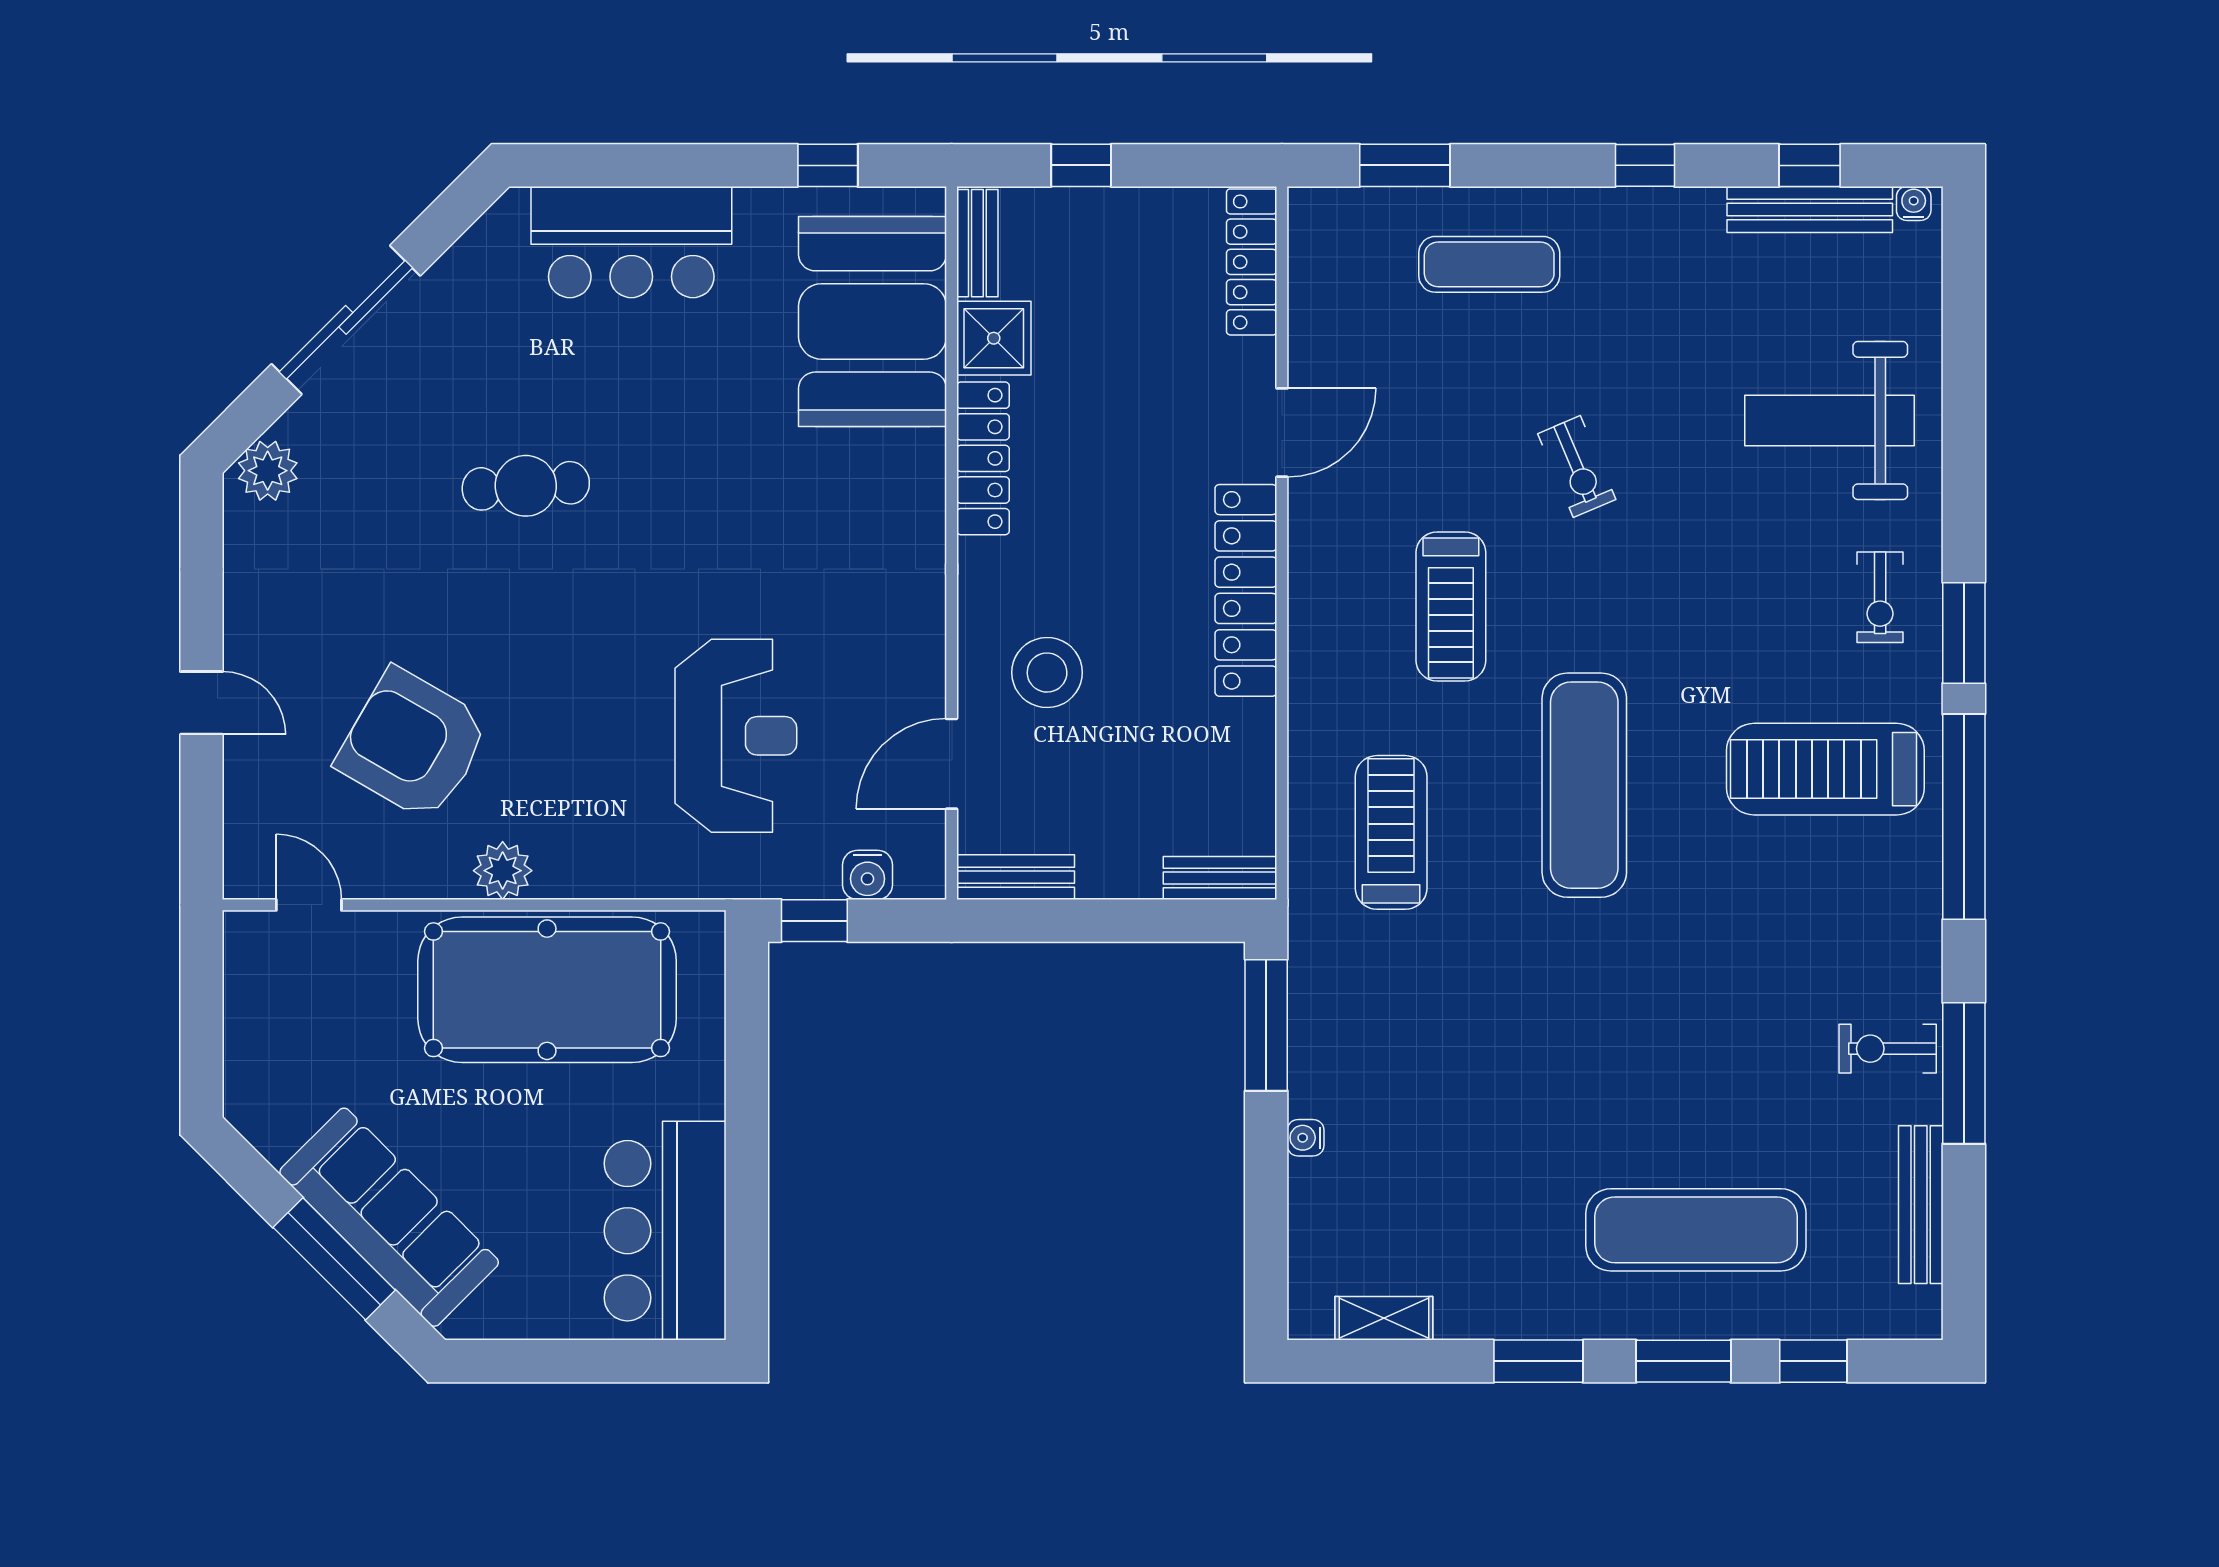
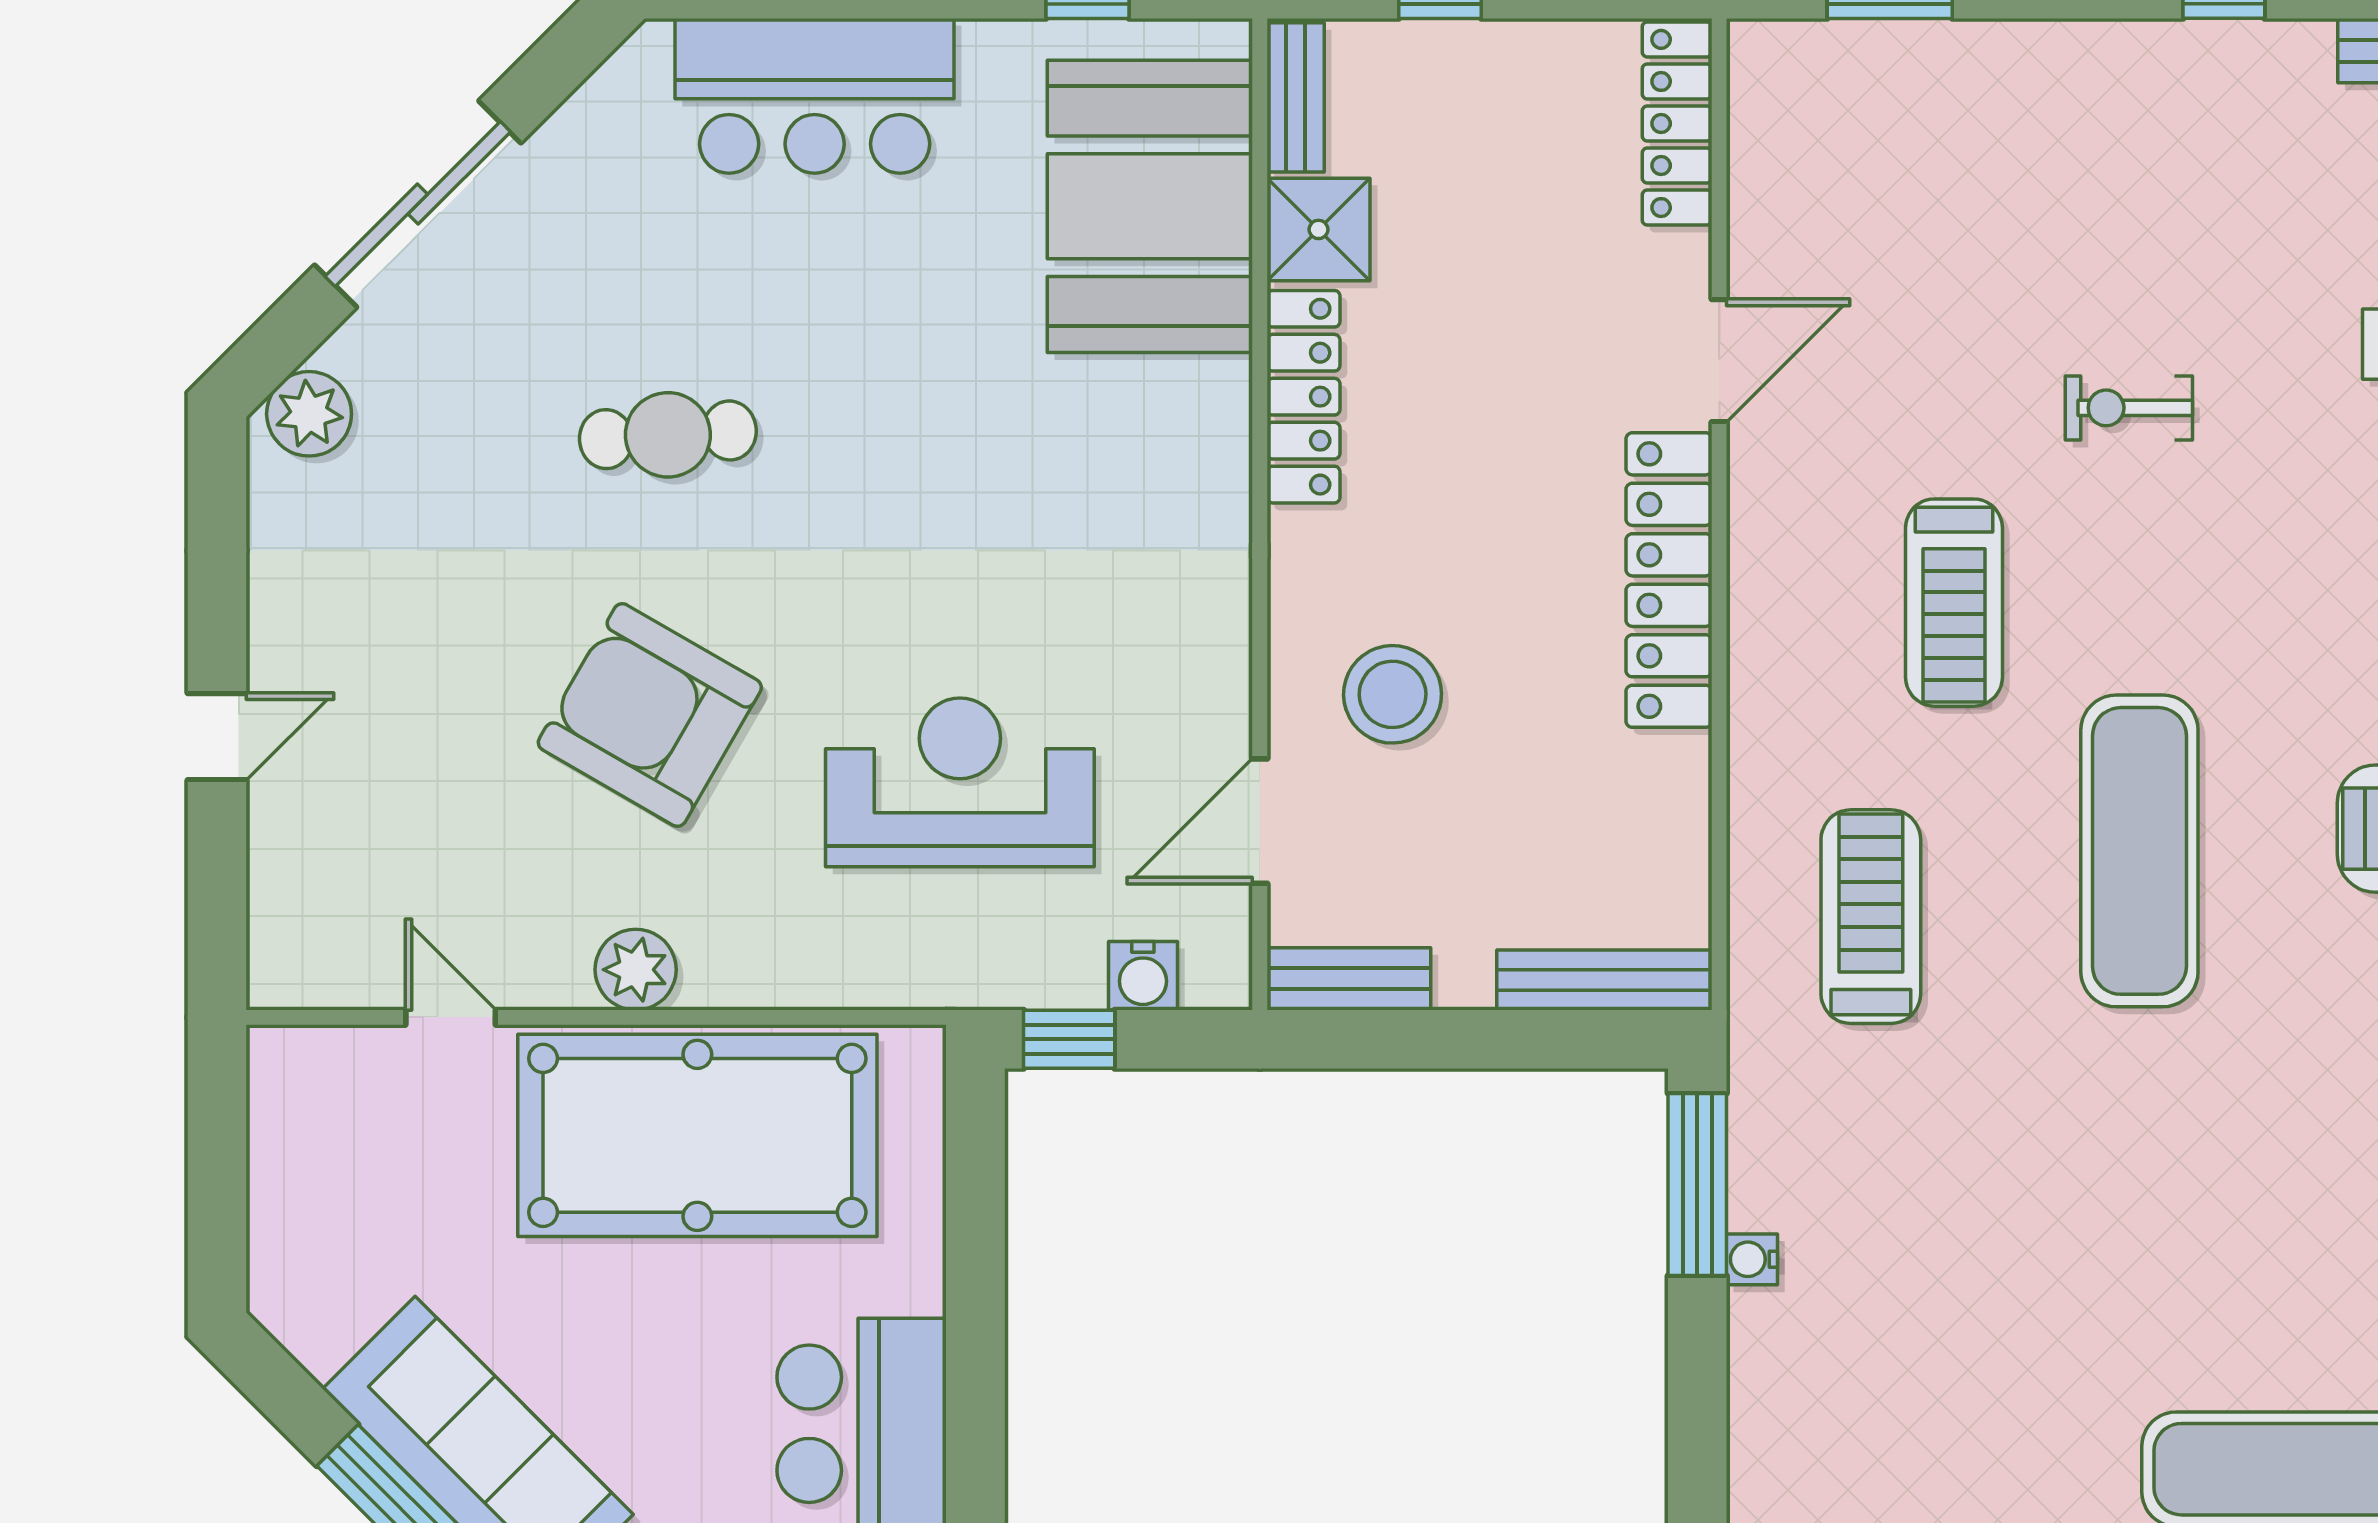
exercise mat: (1489, 264) -> (2007, 127), removed
exercise bike: (1577, 467) -> (2129, 408), turned 113
door: (201, 703) -> (217, 737), hinge flipped
reception desk: (736, 736) -> (960, 782), turned -90
armchair: (413, 744) -> (650, 715), moved
bench: (1220, 878) -> (1604, 980), width x1.36
door: (309, 905) -> (451, 1017), moved
water cooler: (1306, 1138) -> (1752, 1259), moved

